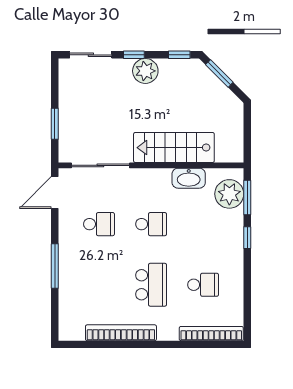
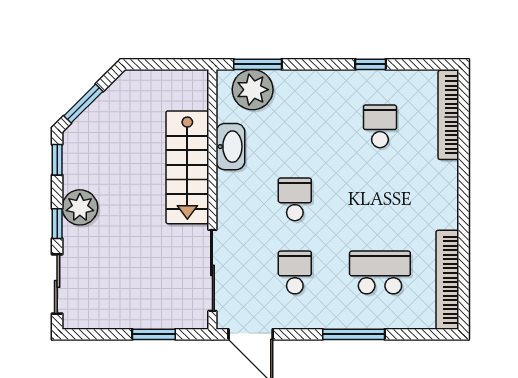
window: (247, 238) -> (370, 64), moved
school desk: (151, 285) -> (380, 272), moved
bookcase: (121, 333) -> (447, 280), moved

